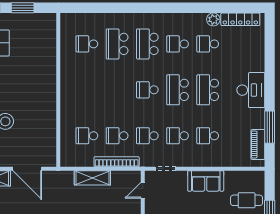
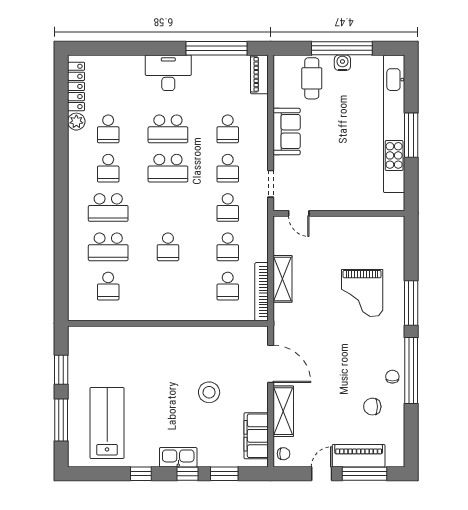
school desk: (147, 90) -> (168, 247), moved
window: (270, 127) -> (217, 48), width x1.46
piano: (258, 144) -> (259, 74), moved, turned 90
bookcase: (117, 162) -> (262, 292), moved
door: (27, 169) -> (271, 364), hinge flipped

